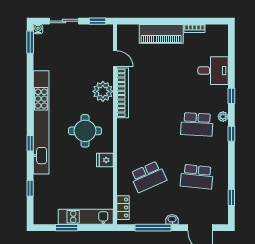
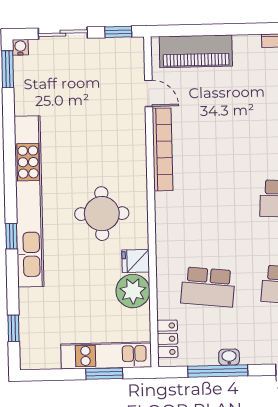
piano: (161, 34) -> (196, 51), moved
plant: (103, 91) -> (133, 291), moved
school desk: (148, 177) -> (208, 287), turned 30
window: (30, 188) -> (13, 328), moved
washbasin: (172, 219) -> (229, 357), moved
window: (67, 228) -> (104, 374), moved

